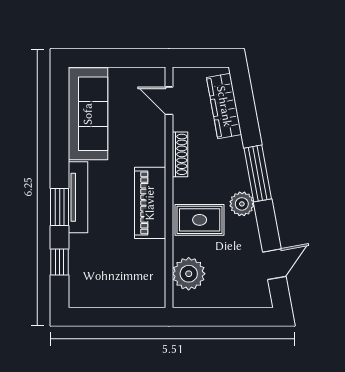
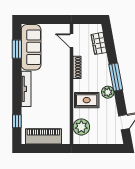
wardrobe: (224, 106) -> (99, 43), width x0.67
piano: (150, 203) -> (43, 136), moved, turned 90
window: (60, 207) -> (17, 49), moved

